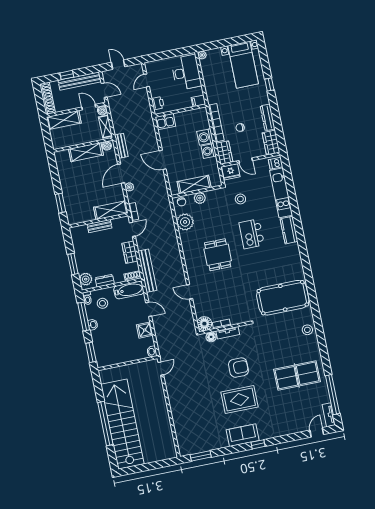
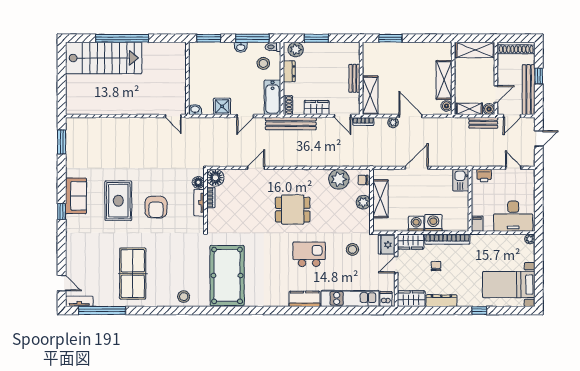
shelving: (64, 120) -> (475, 50), moved, turned 90
bench: (121, 146) -> (483, 123), moved
stairs: (122, 424) -> (104, 58), width x0.73

